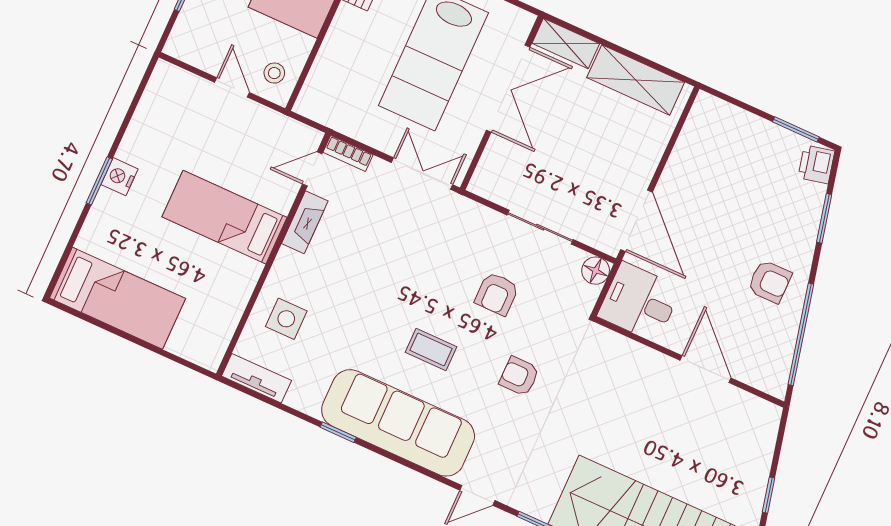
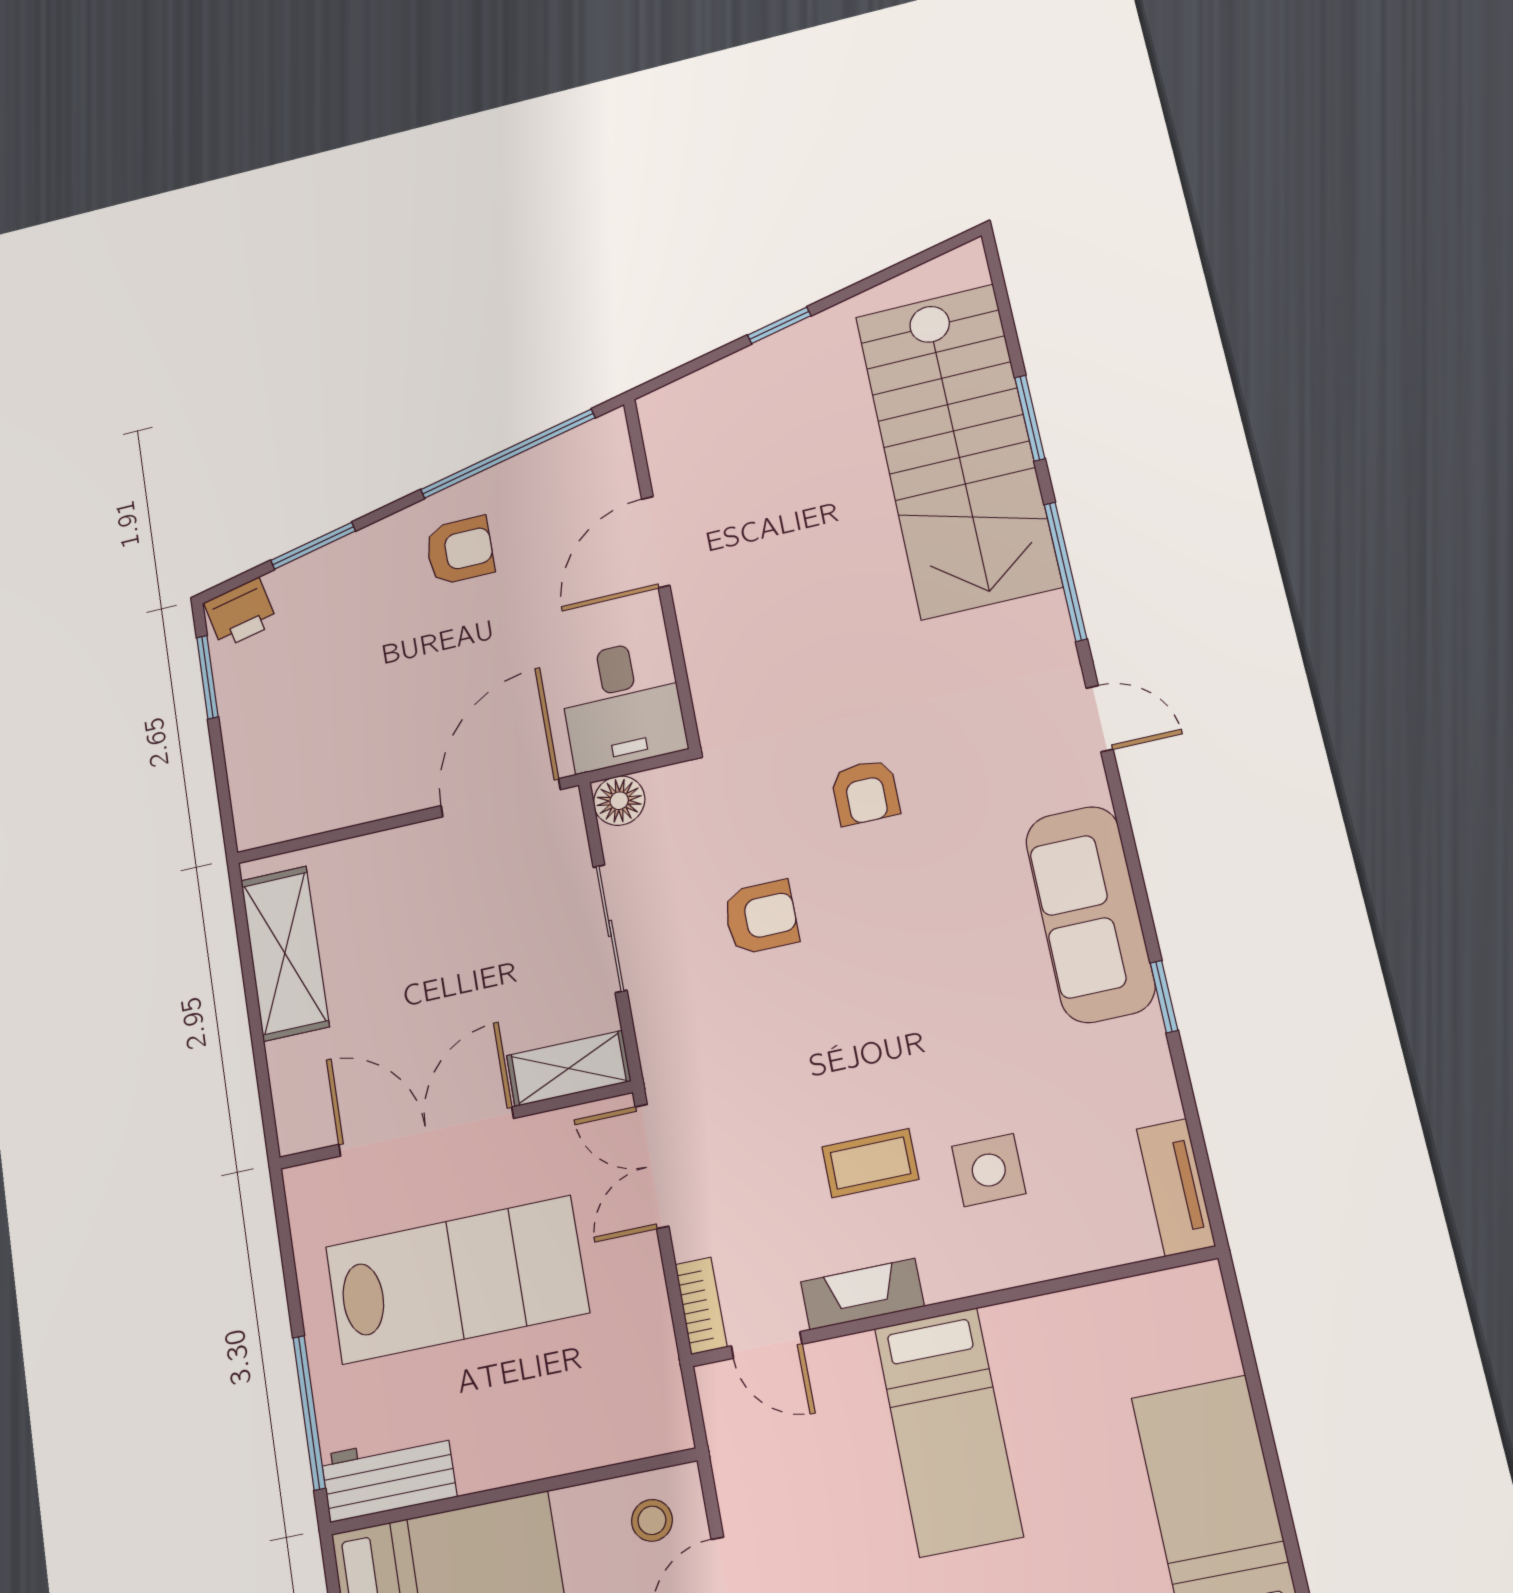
shelving: (566, 43) -> (569, 1068), moved, turned 90
armchair: (770, 282) -> (460, 550), turned 90
side table: (286, 319) -> (989, 1170), moved
coffee table: (431, 349) -> (870, 1163), moved, turned 90
sofa: (398, 423) -> (1090, 914), width x0.74, depth x0.79

